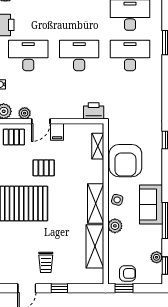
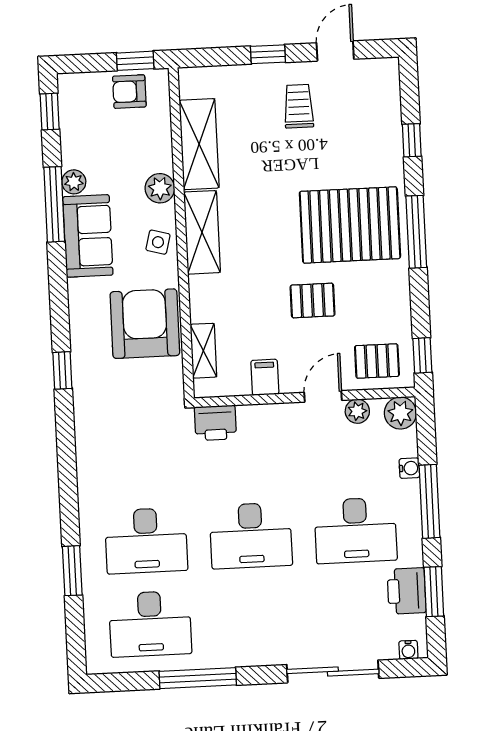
filing cabinet: (57, 132) -> (265, 377), moved
plant: (157, 257) -> (74, 182), moved

